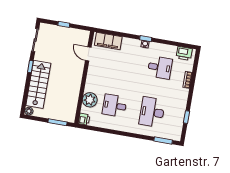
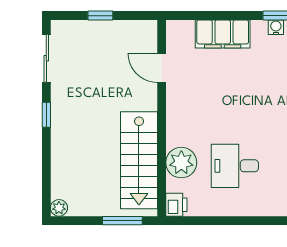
filing cabinet: (108, 41) -> (223, 34), moved
stairs: (38, 84) -> (139, 160), moved, turned 180

